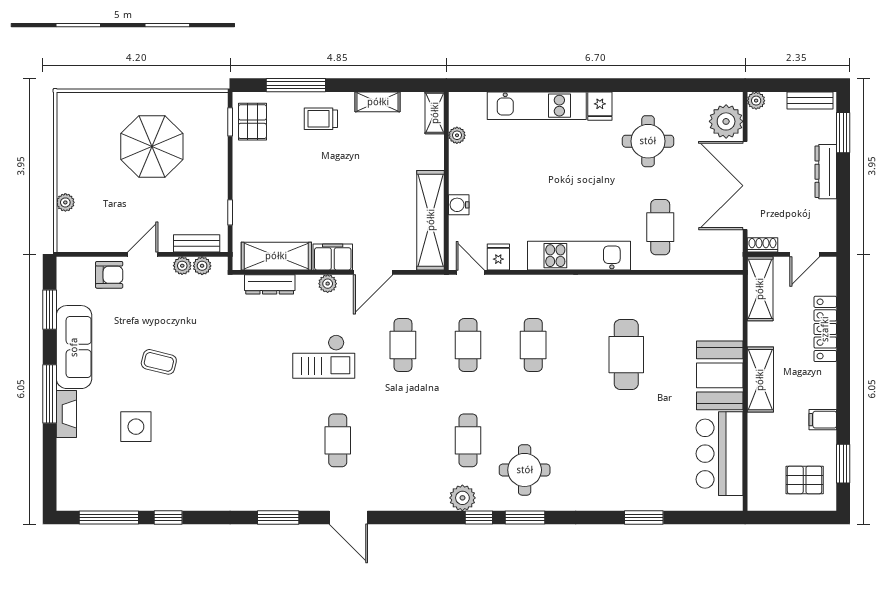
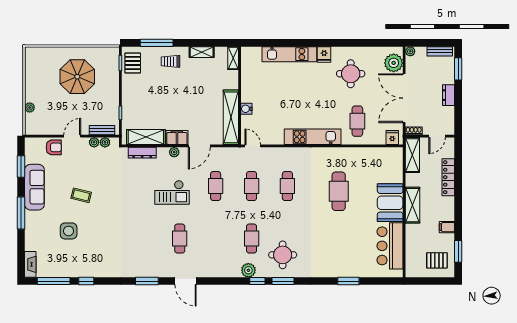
plant: (457, 135) -> (245, 70), removed
dresser: (826, 172) -> (449, 95), width x0.70
fridge: (498, 257) -> (392, 138), moved
fireplace: (66, 414) -> (30, 264), moved

